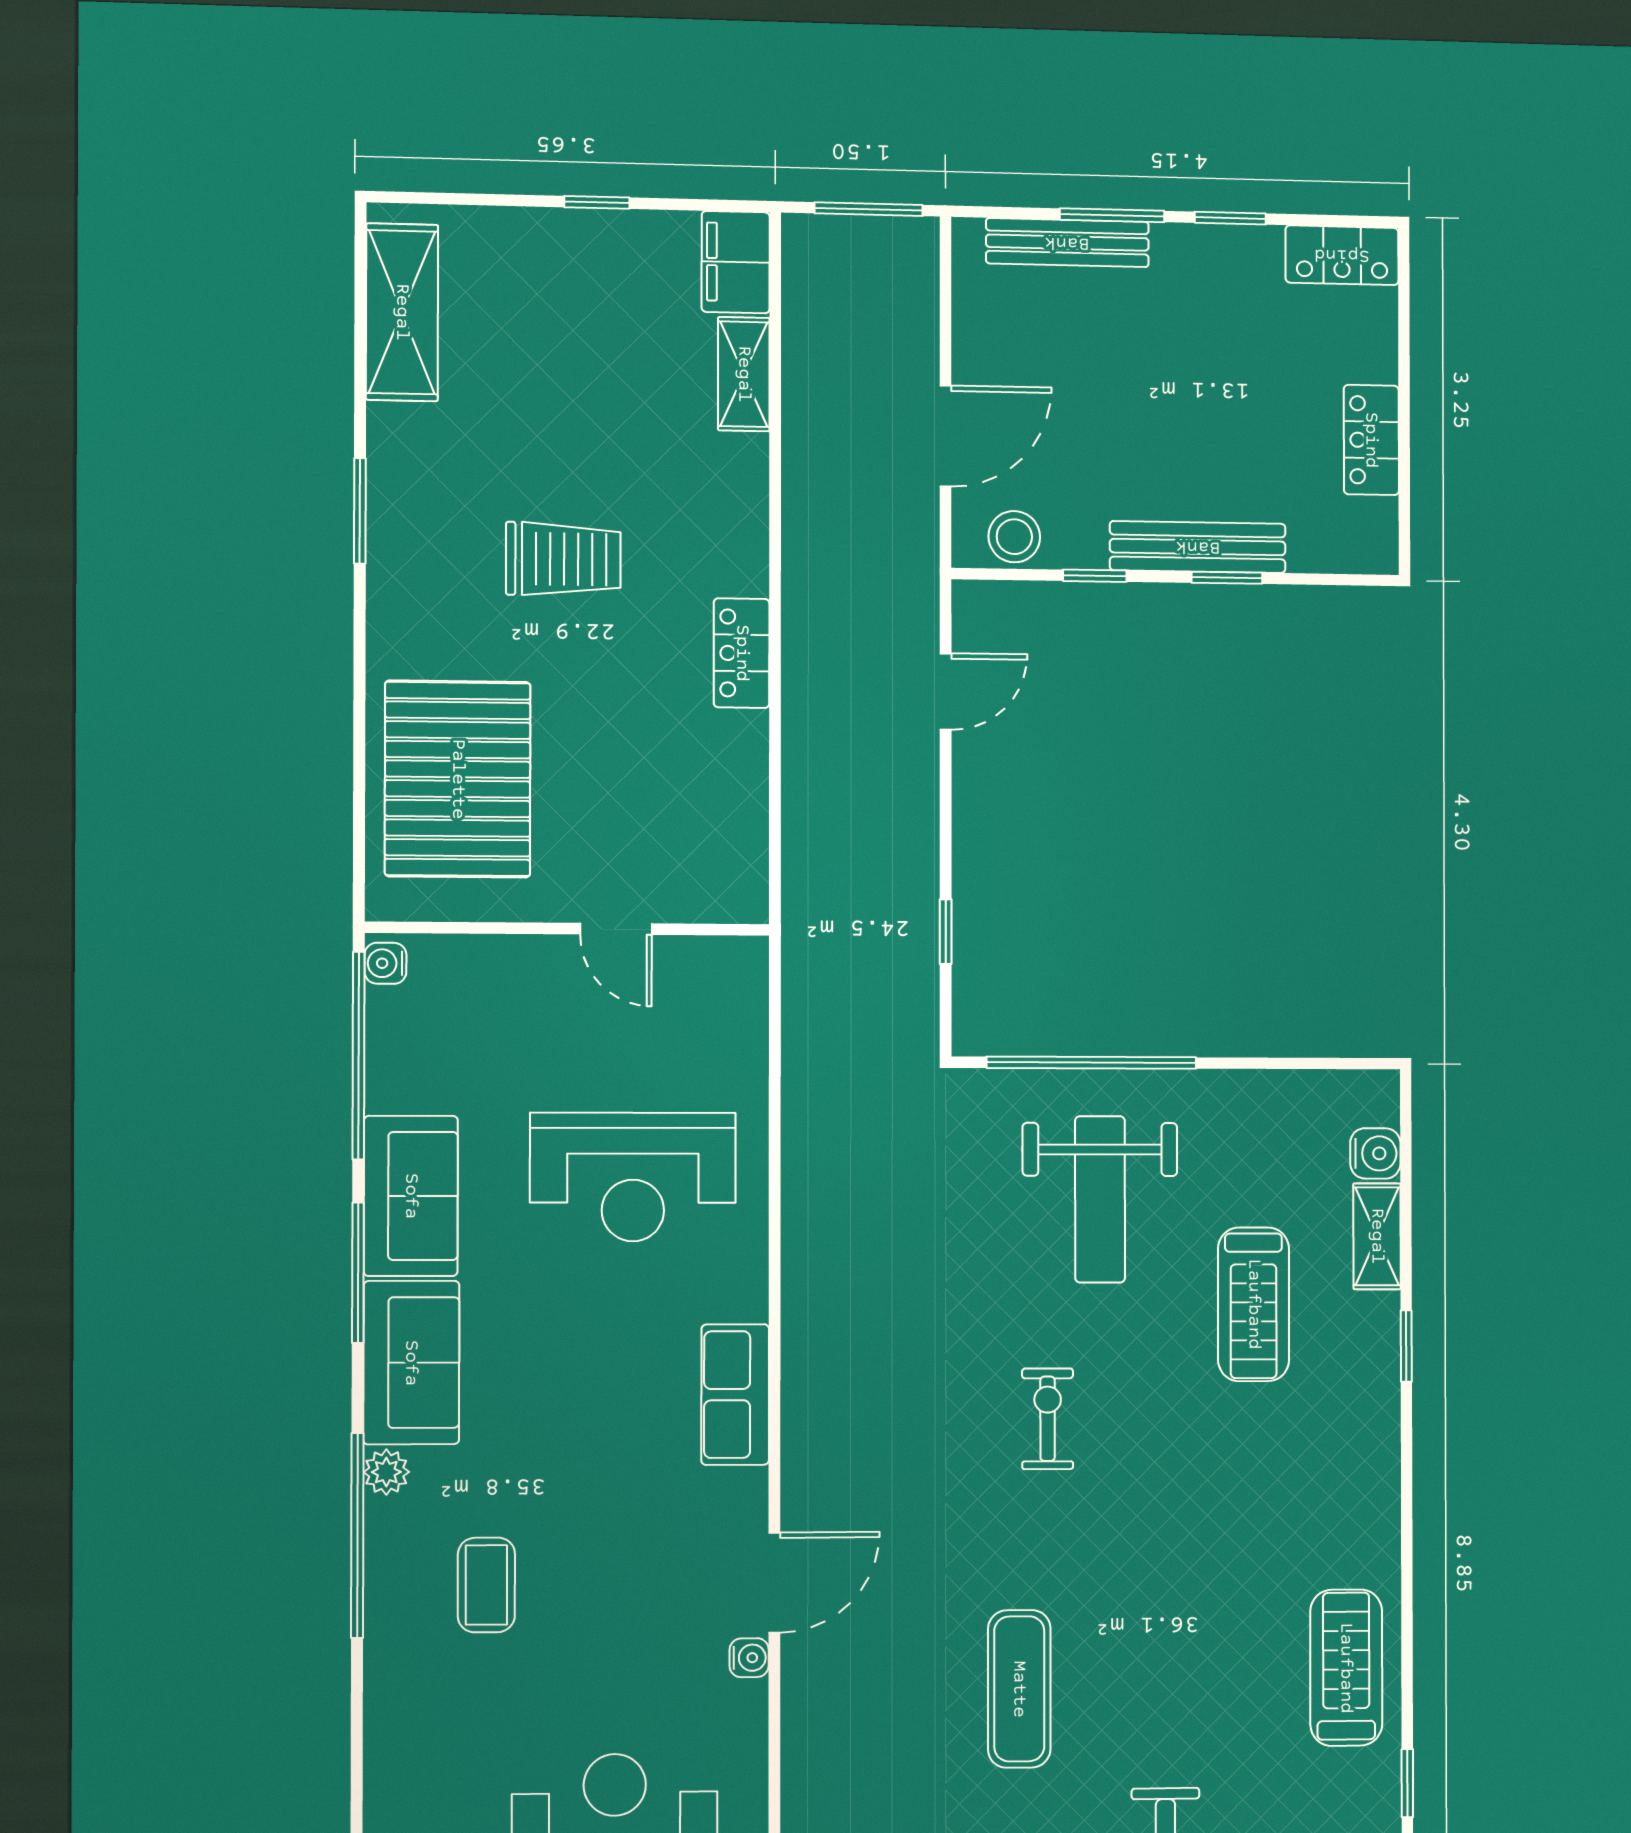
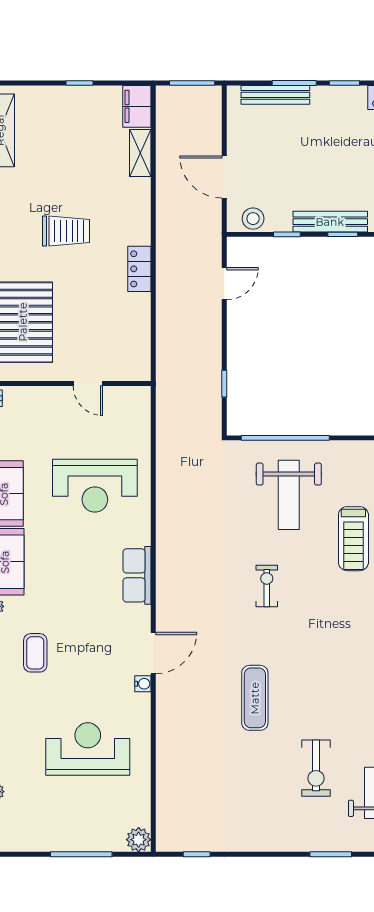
door: (946, 436) -> (224, 177), swing flipped

